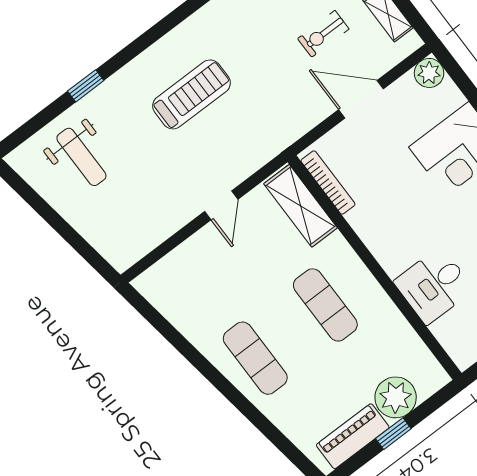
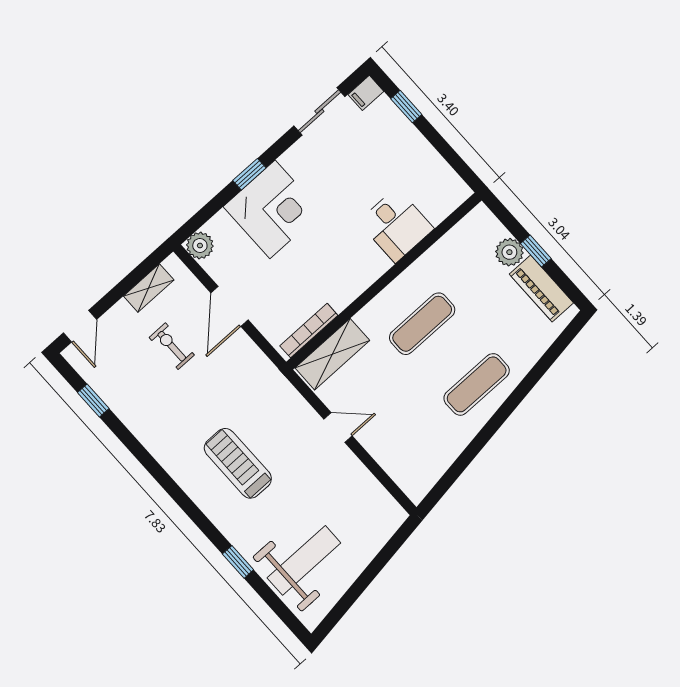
exercise bike: (323, 34) -> (172, 346), turned 180
weight bench: (81, 157) -> (304, 560), width x1.36, depth x1.33
plant: (396, 397) -> (509, 252), width x0.73, depth x0.73

